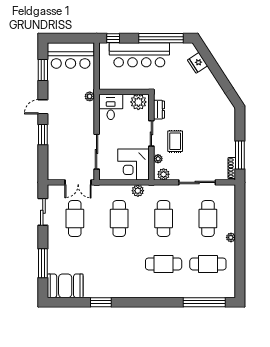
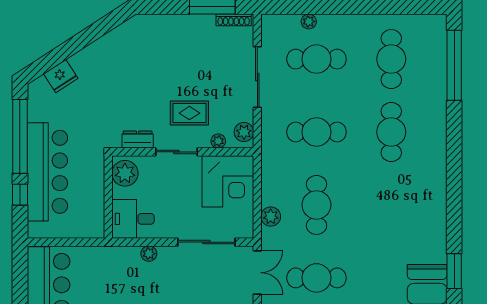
window: (113, 38) -> (20, 195), moved
plant: (90, 96) -> (149, 254), moved
plant: (138, 191) -> (271, 217), moved
cafe table: (119, 218) -> (316, 205), turned 90
plant: (231, 237) -> (309, 21), moved
window: (101, 302) -> (454, 271), moved

